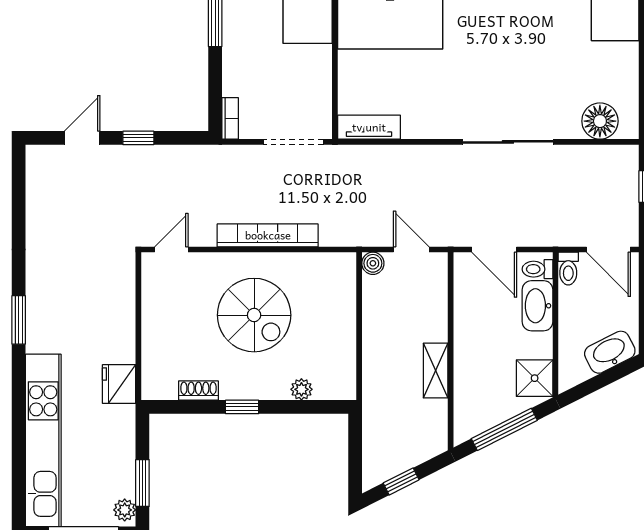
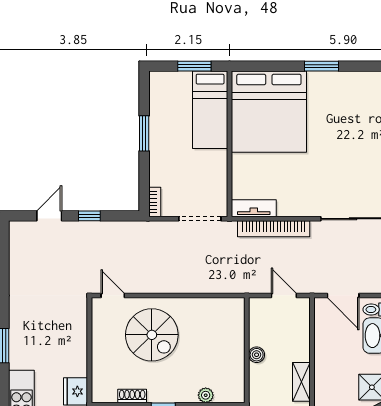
bookcase: (268, 235) -> (274, 229), moved, turned 180
door: (171, 250) -> (113, 295), hinge flipped
boiler: (373, 263) -> (257, 355), moved
spiral stairs: (254, 315) -> (152, 335), moved

